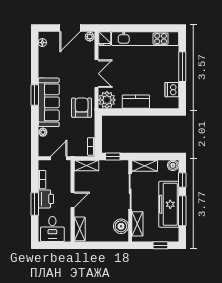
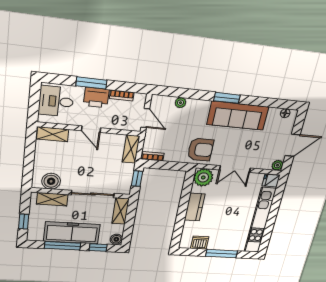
door: (70, 28) -> (293, 145), swing flipped
sofa: (49, 102) -> (238, 116), moved

